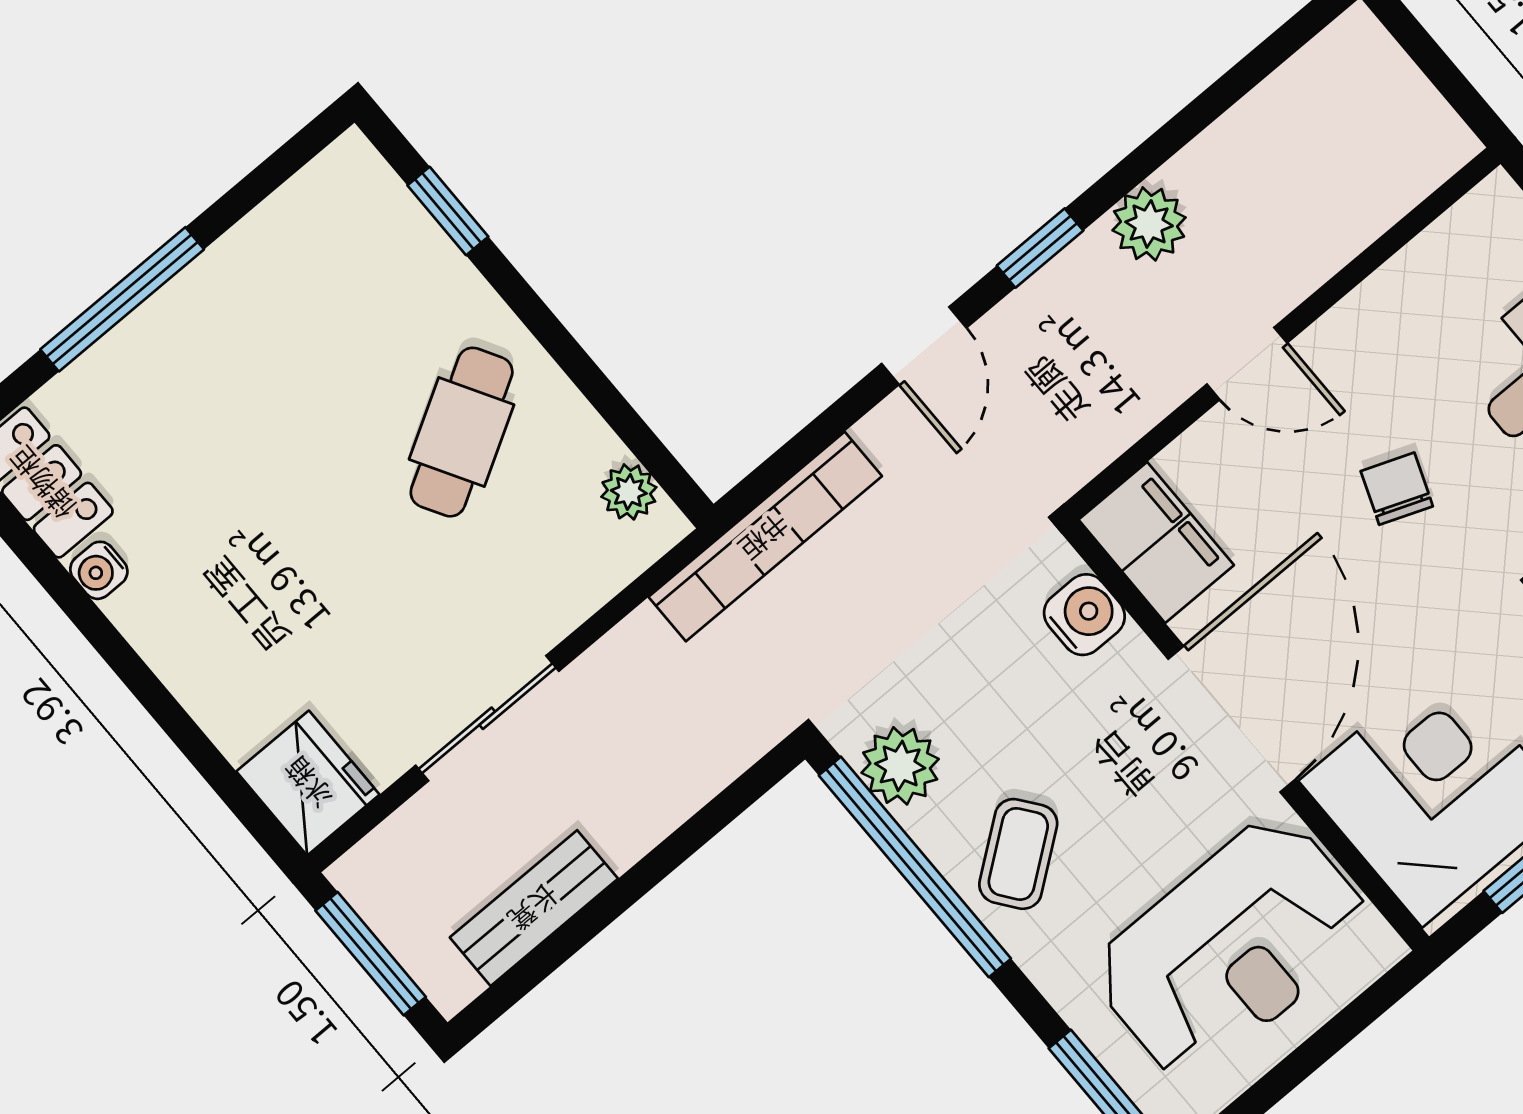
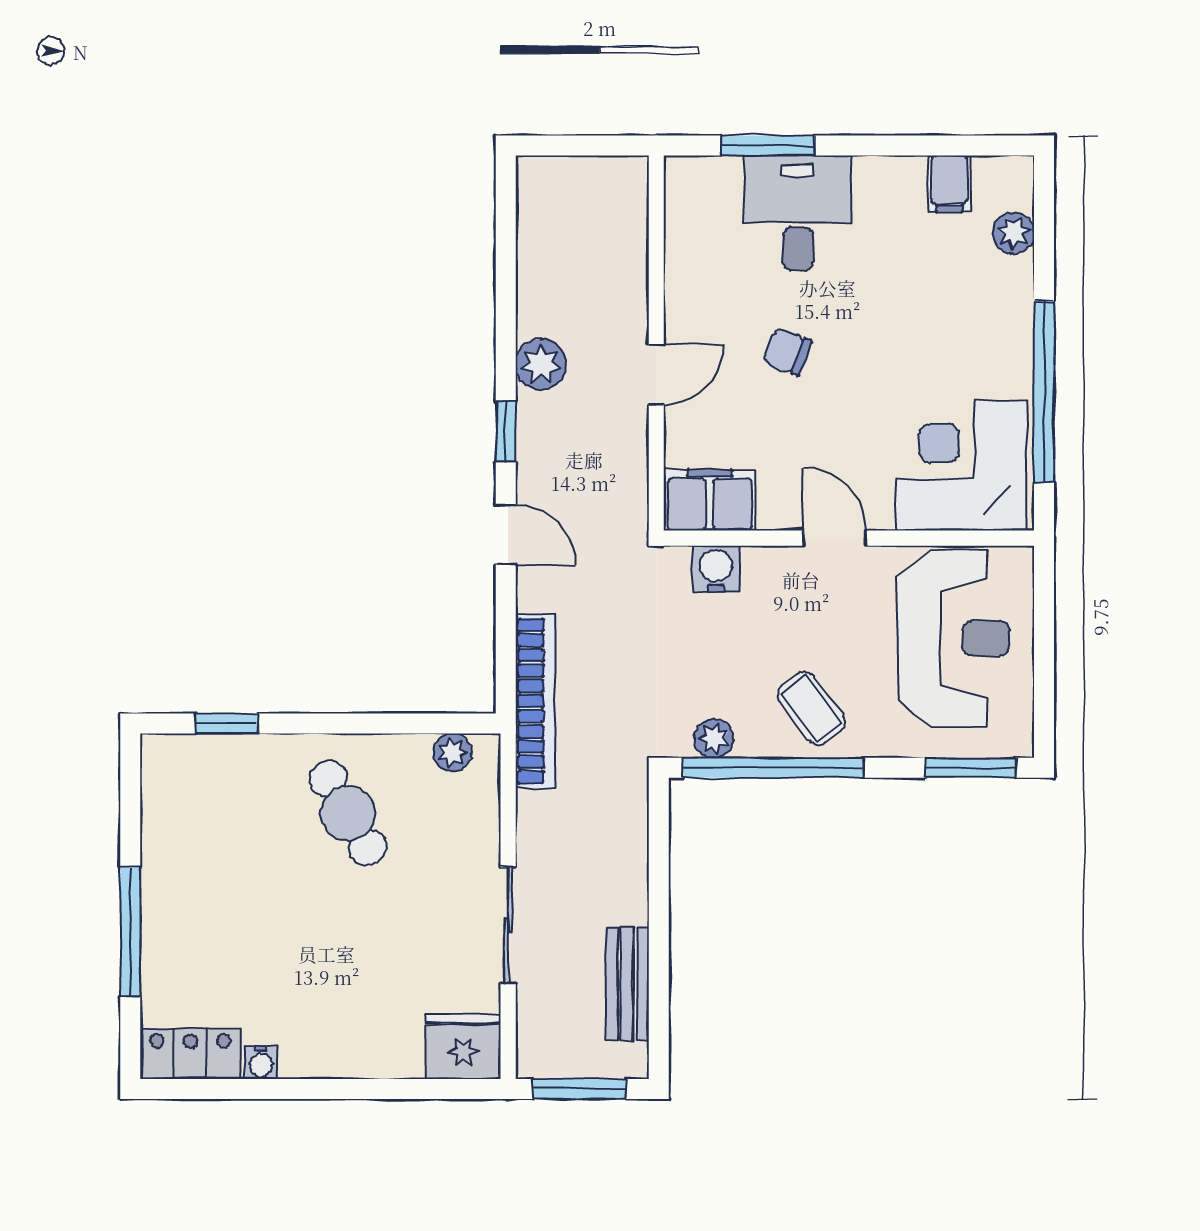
door: (1232, 719) -> (835, 538), width x0.53
plant: (900, 766) -> (714, 739), width x0.73, depth x0.73

